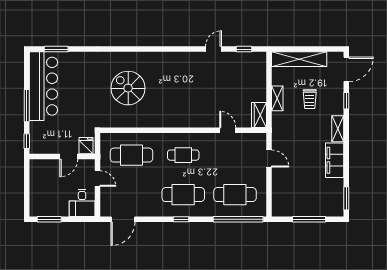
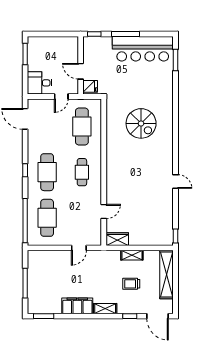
door: (213, 49) -> (175, 182), moved
window: (244, 49) -> (175, 236), moved
spiral stairs: (128, 88) -> (141, 123), turned 90

